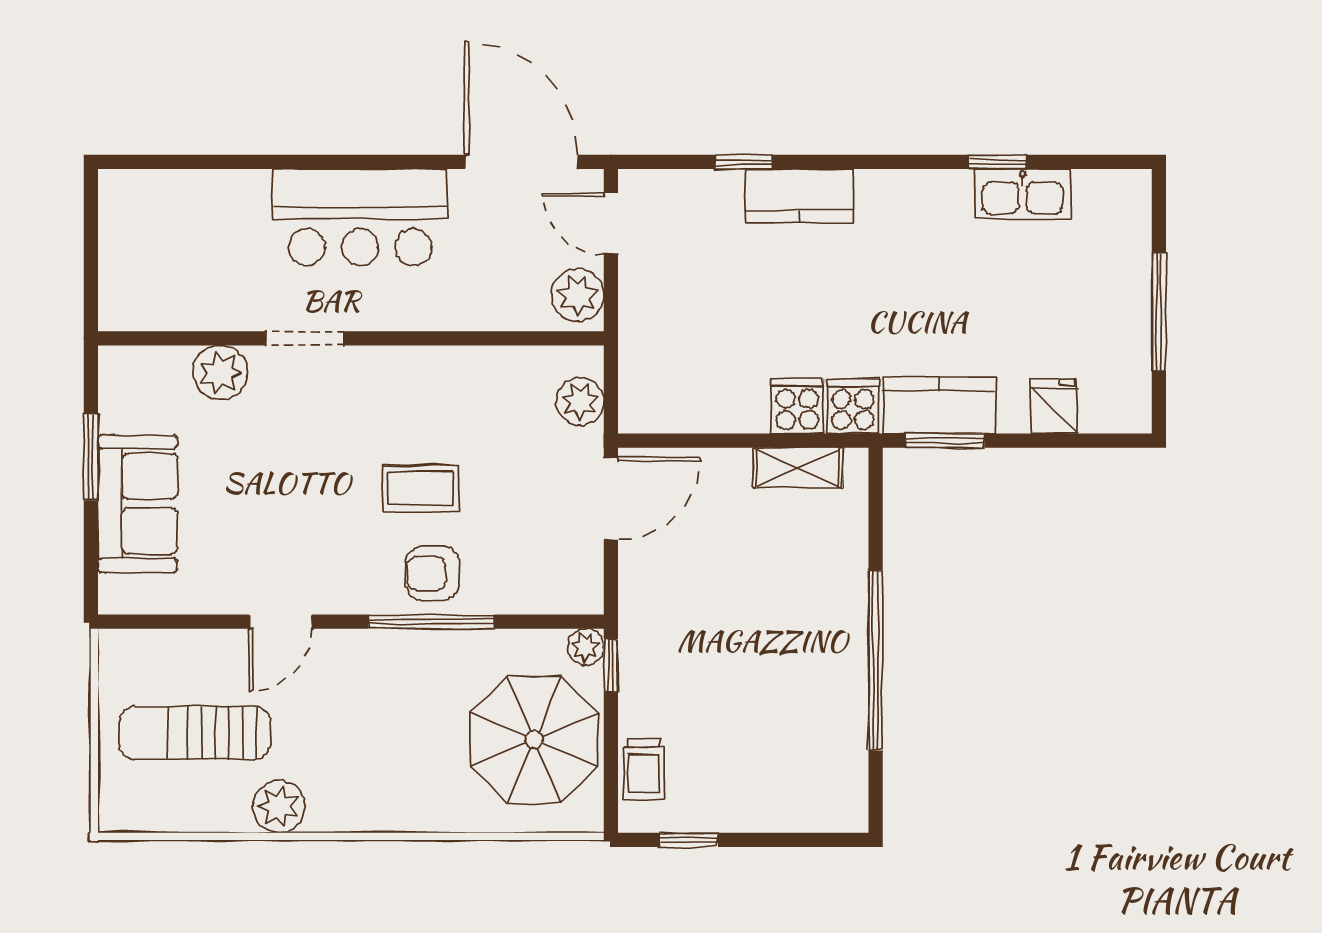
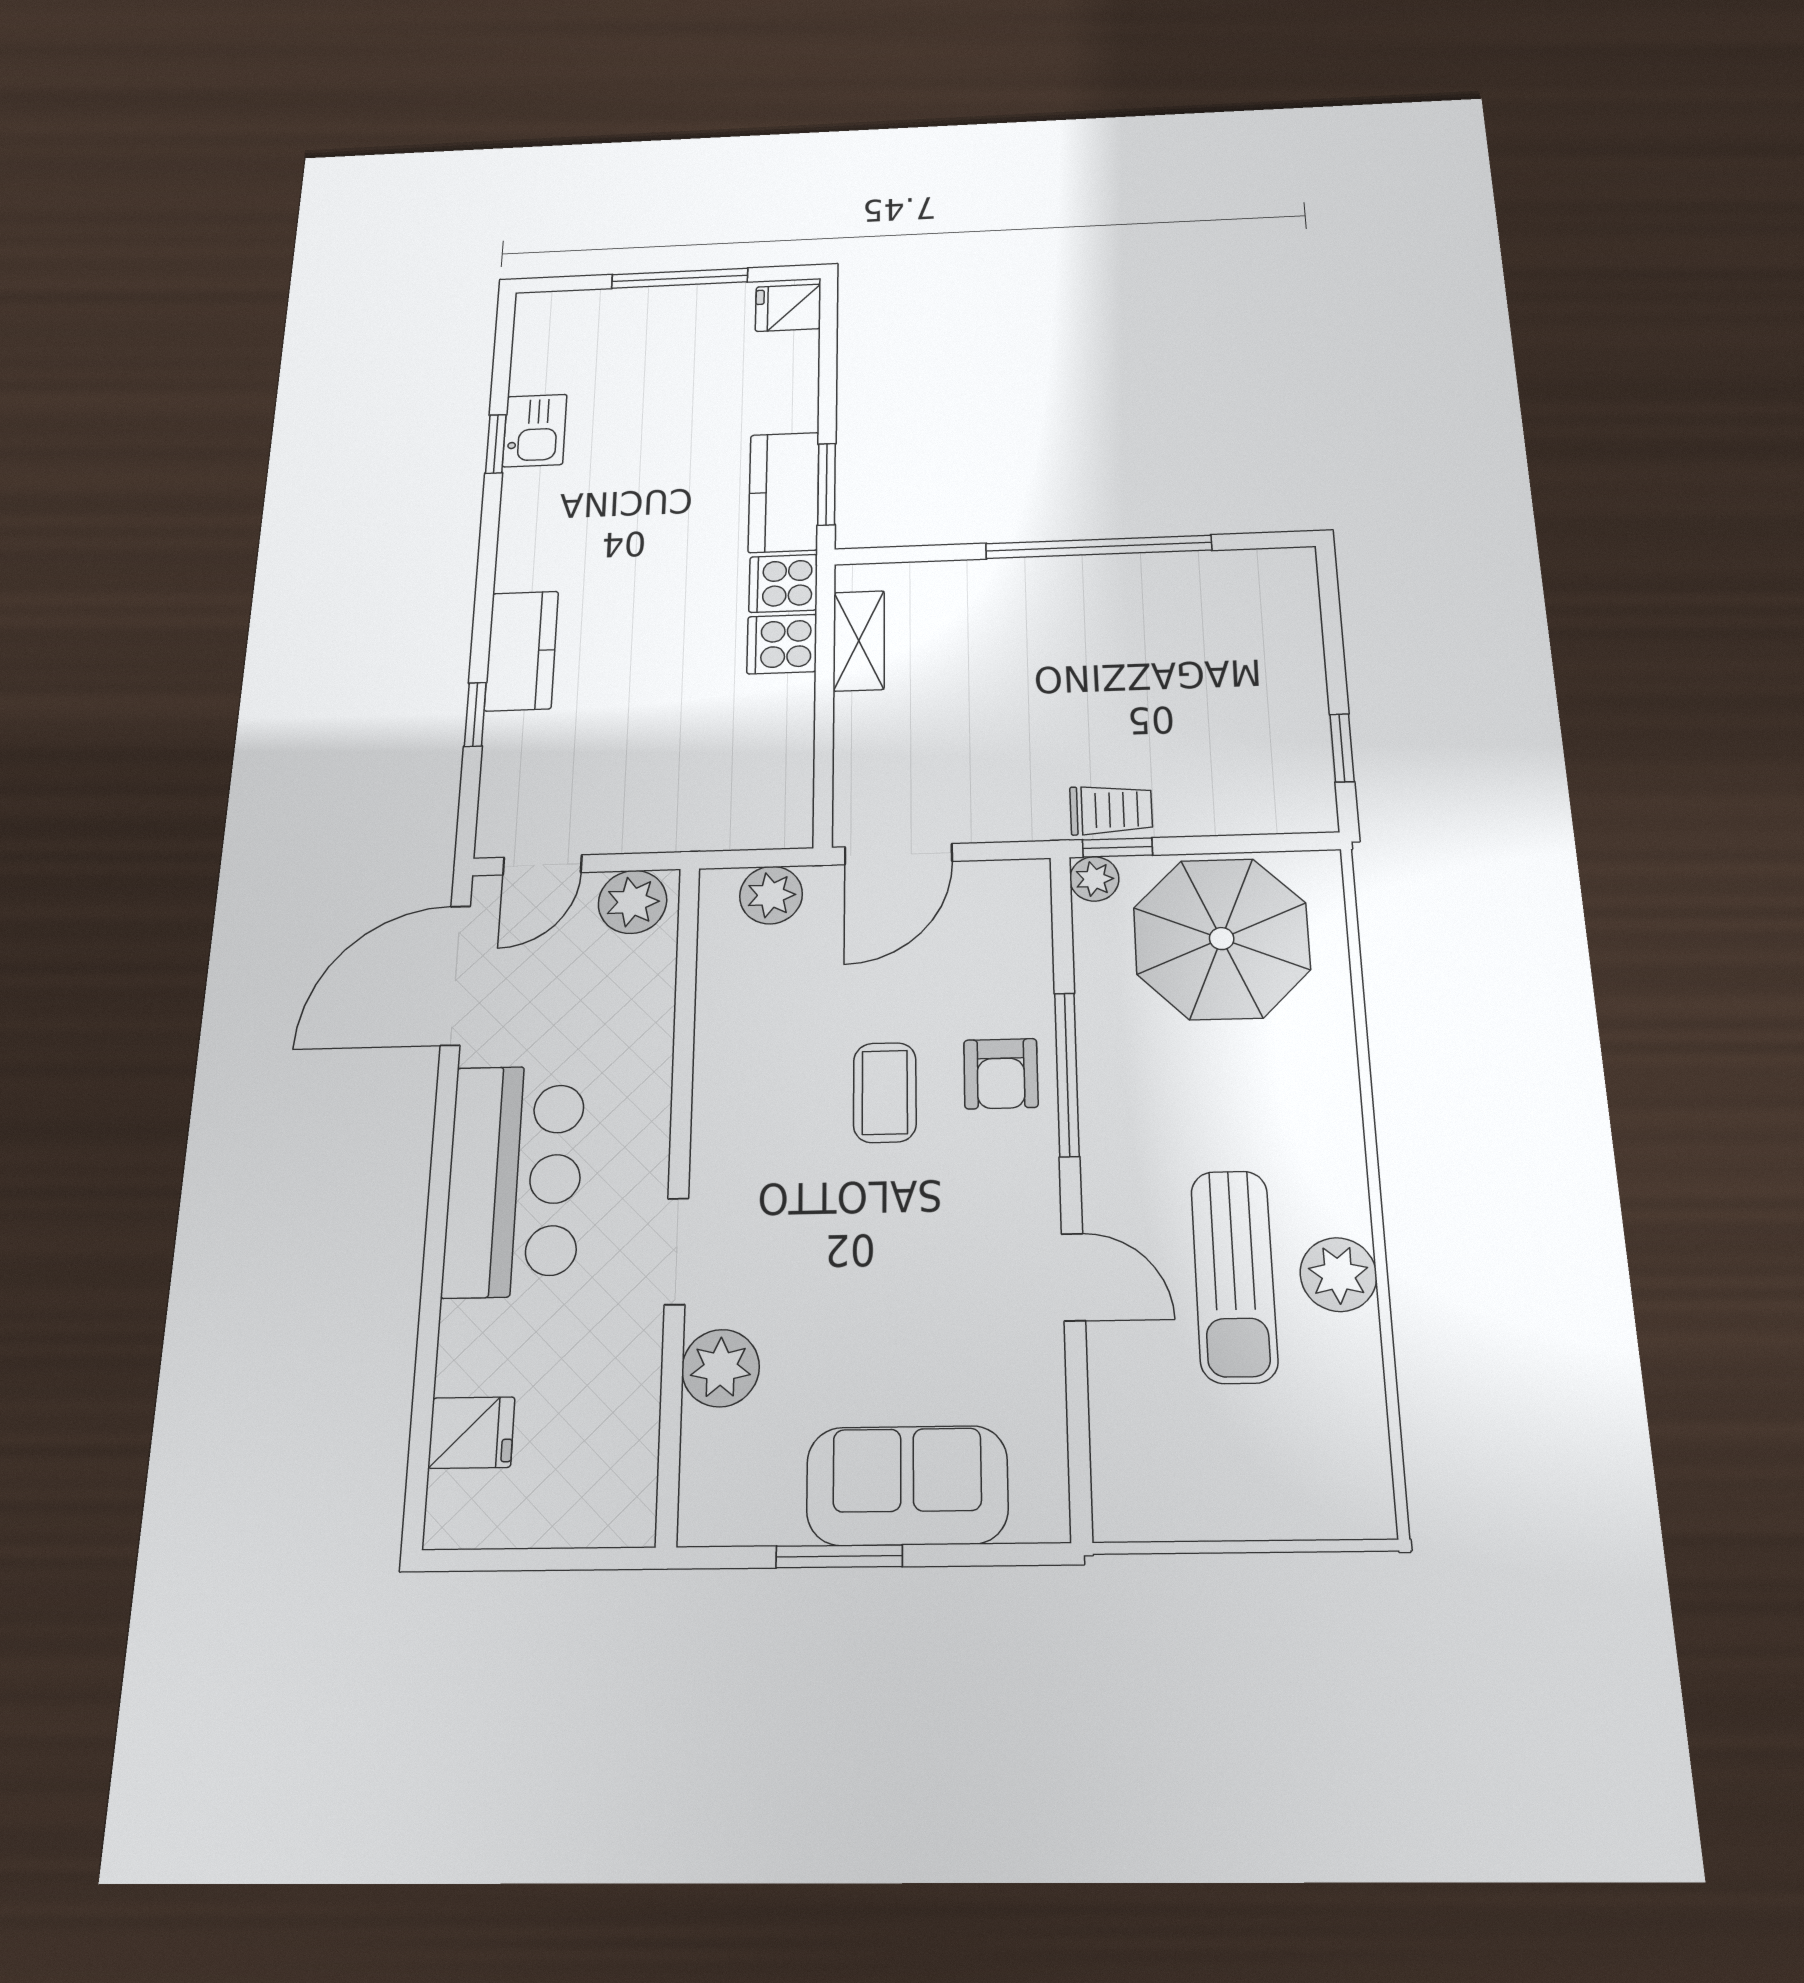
kitchen sink: (1023, 194) -> (535, 430), width x0.73
fridge: (178, 198) -> (471, 1433), added
fridge: (1054, 406) -> (788, 308), moved
door: (611, 499) -> (898, 854), swing flipped
sun lounger: (195, 733) -> (1234, 1276), moved
trolley: (644, 769) -> (1111, 810), moved

